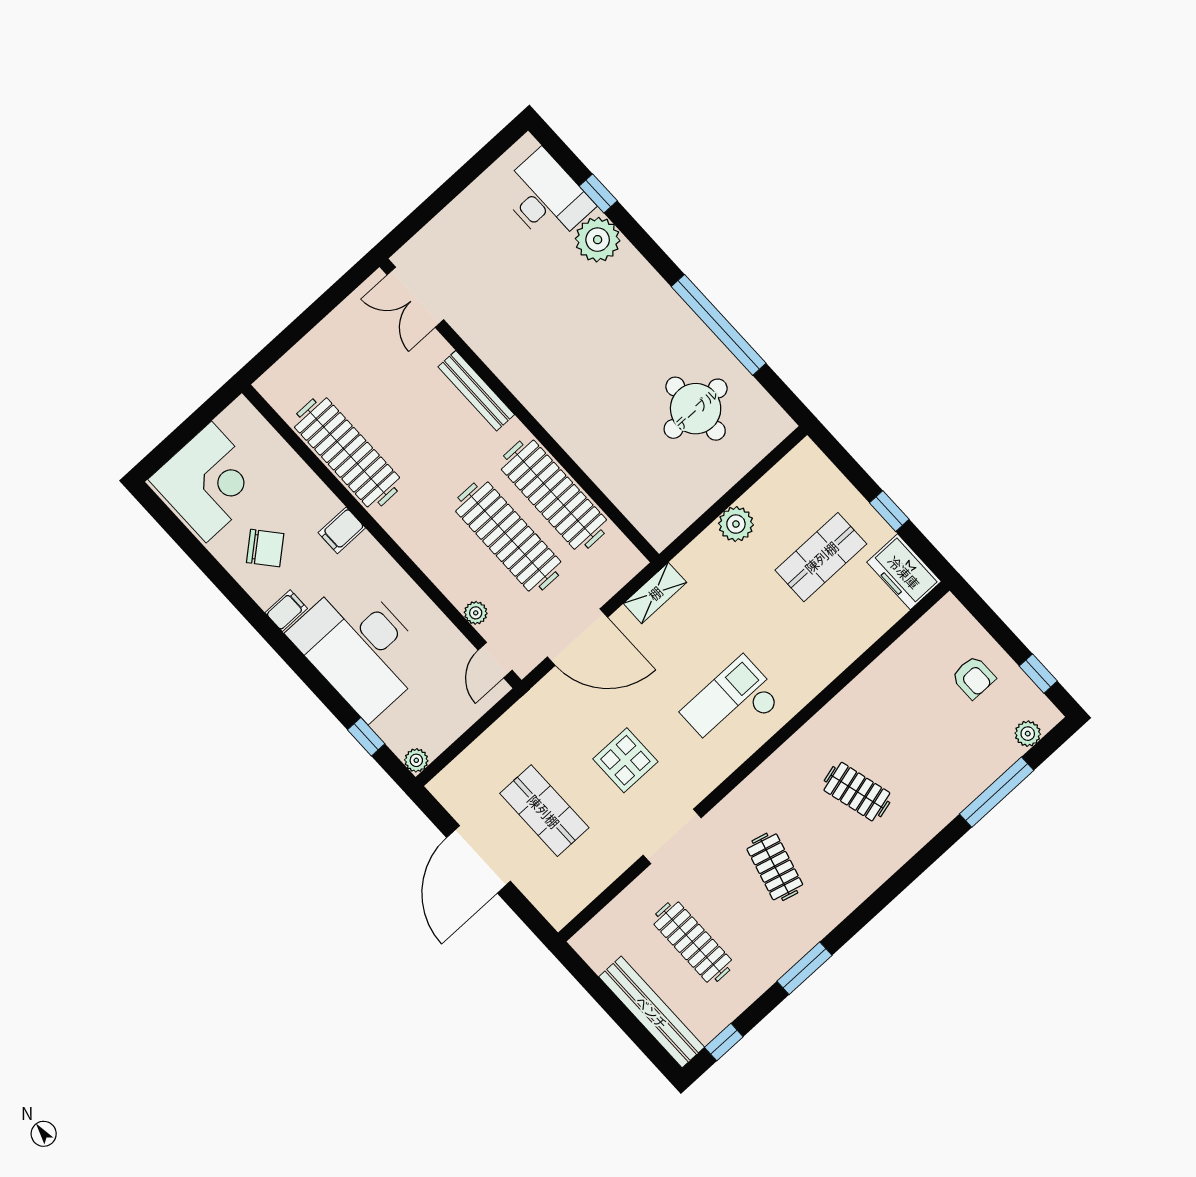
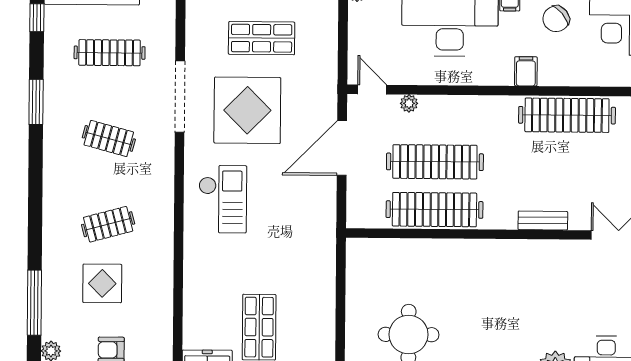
bench: (476, 391) -> (543, 220), width x0.73
plant: (736, 524) -> (322, 297), removed
shelving: (655, 593) -> (326, 215), removed
display table: (918, 745) -> (102, 283), added
display table: (625, 760) -> (247, 110), width x1.86, depth x1.86
doorway: (672, 836) -> (180, 97), width x1.36

